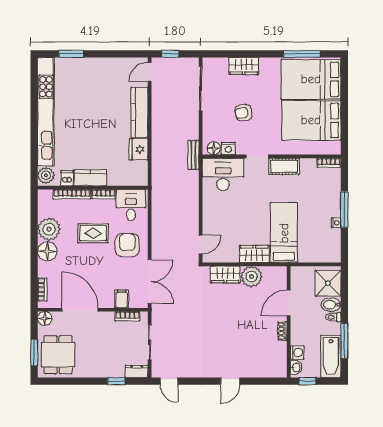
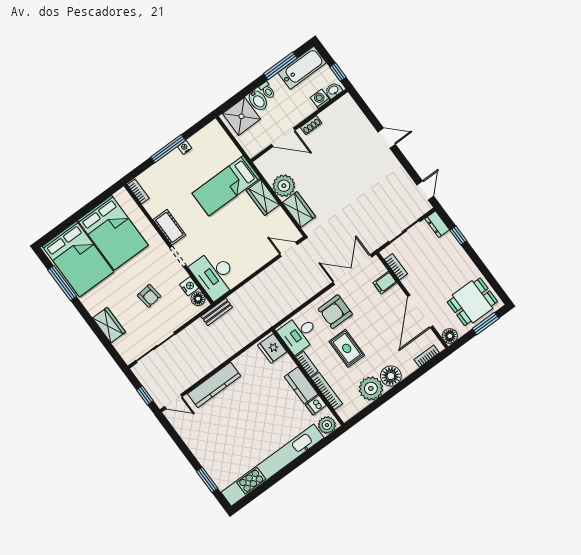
fridge: (139, 149) -> (272, 348), moved, turned 90

